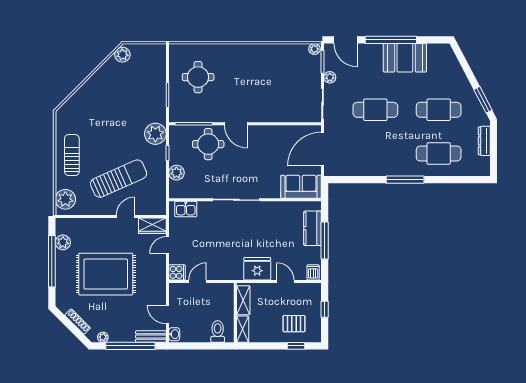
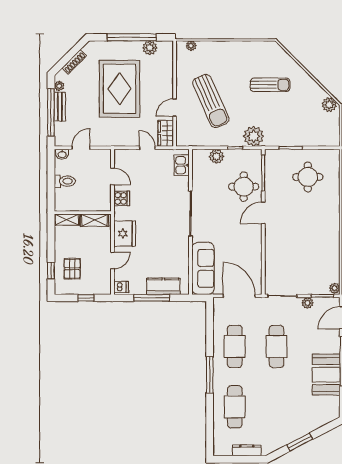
window: (483, 100) -> (300, 442), moved
cafe table: (439, 110) -> (235, 346), moved
sun lounger: (72, 155) -> (270, 85), moved
sofa: (301, 187) -> (203, 268), width x1.36
plant: (65, 199) -> (191, 46), width x0.53, depth x0.53
door: (126, 216) -> (175, 108), swing flipped
cooker: (177, 272) -> (122, 198), moved, turned -90
toilet: (218, 331) -> (65, 181), moved
bench: (151, 337) -> (60, 107), moved

